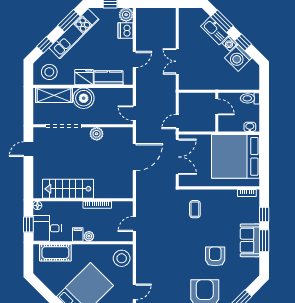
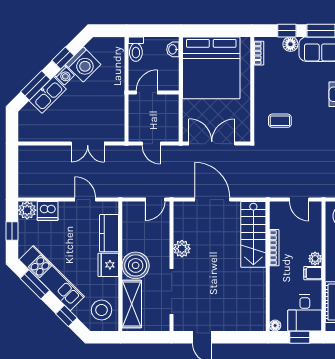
door: (177, 121) -> (151, 144), moved
stairs: (68, 189) -> (253, 234), moved
floor lamp: (254, 217) -> (290, 44), added

